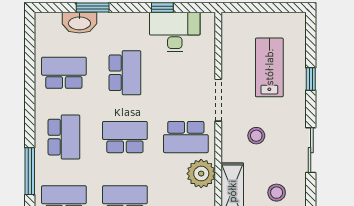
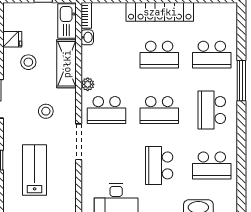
lab bench: (269, 67) -> (35, 170), turned 180
school desk: (186, 137) -> (107, 110), turned 180
plant: (201, 174) -> (88, 84), width x0.53, depth x0.53

